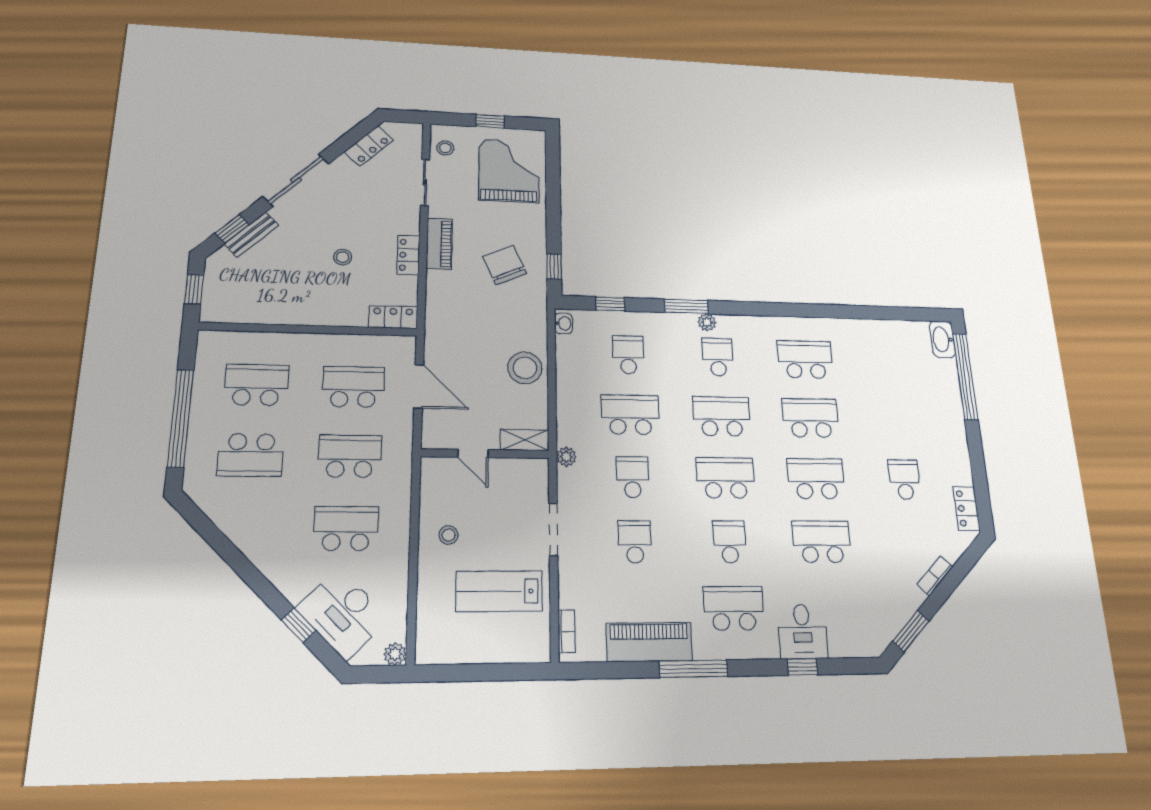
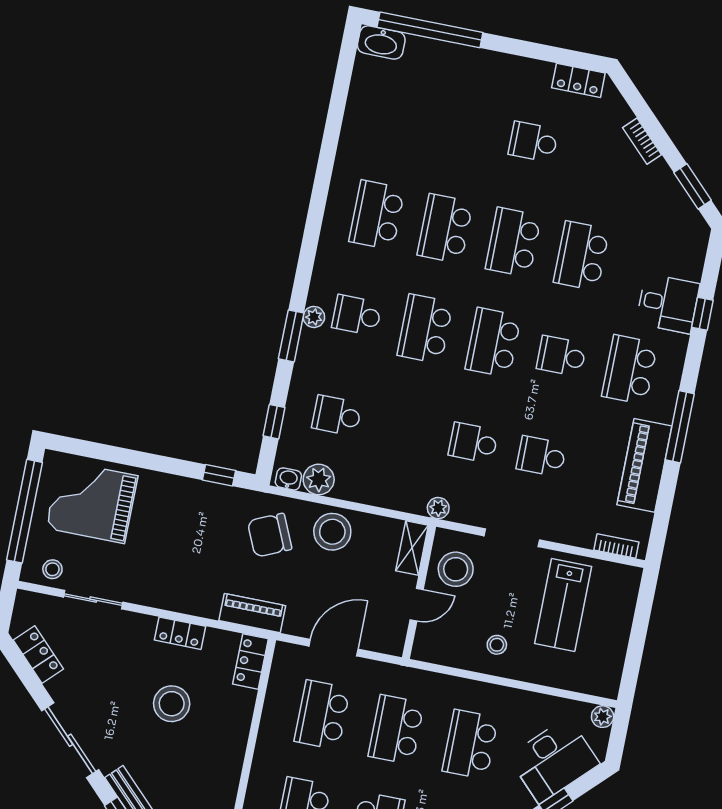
window: (490, 121) -> (24, 511), width x3.17
piano: (439, 244) -> (252, 613), moved
stool: (343, 257) -> (172, 704), width x1.89, depth x1.89
chair: (505, 265) -> (270, 535), moved
plant: (569, 349) -> (319, 479), added
school desk: (630, 415) -> (405, 429), removed
stool: (513, 483) -> (456, 569), added

